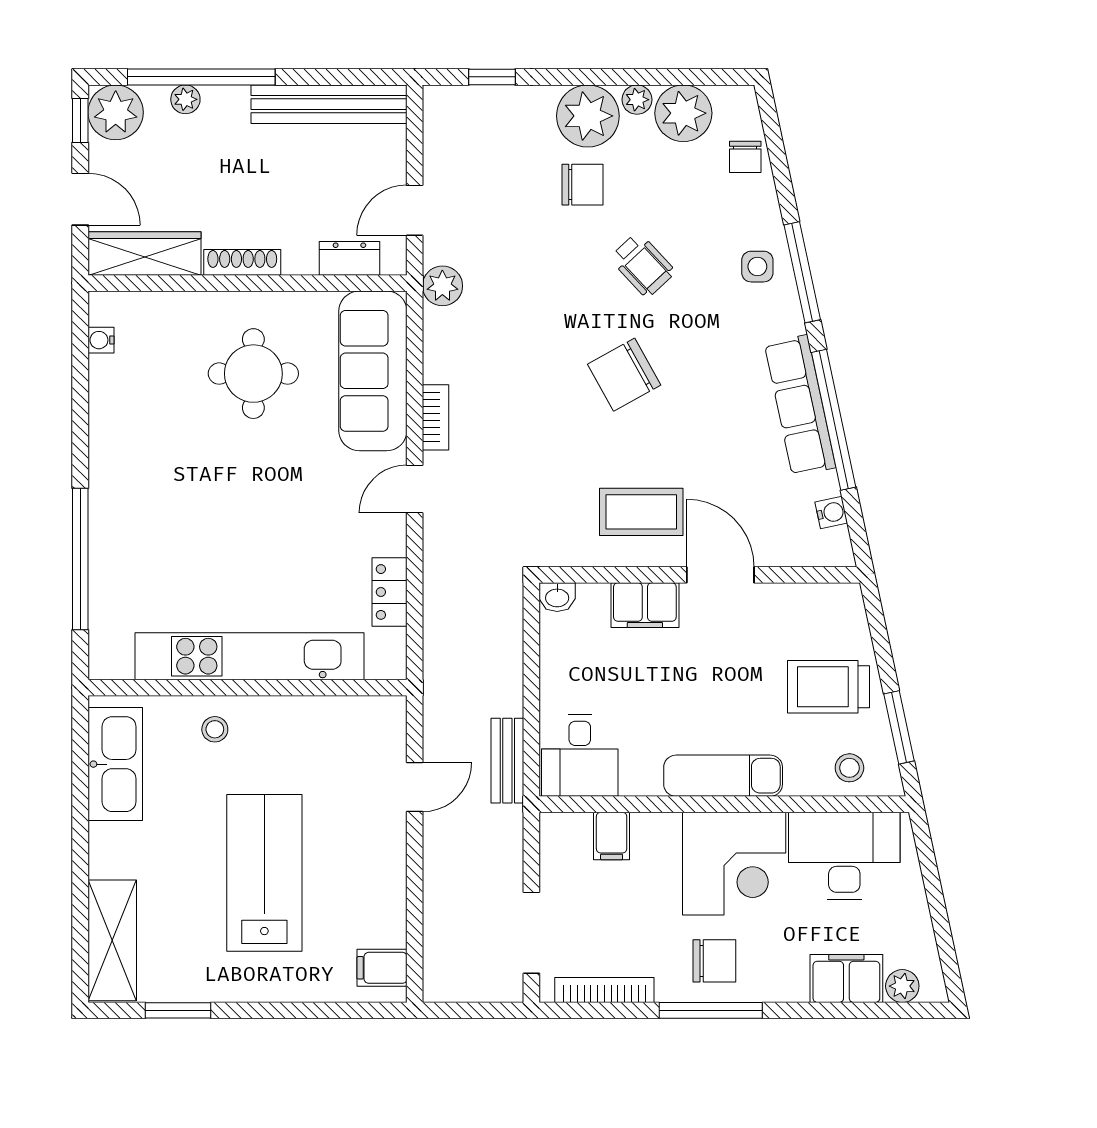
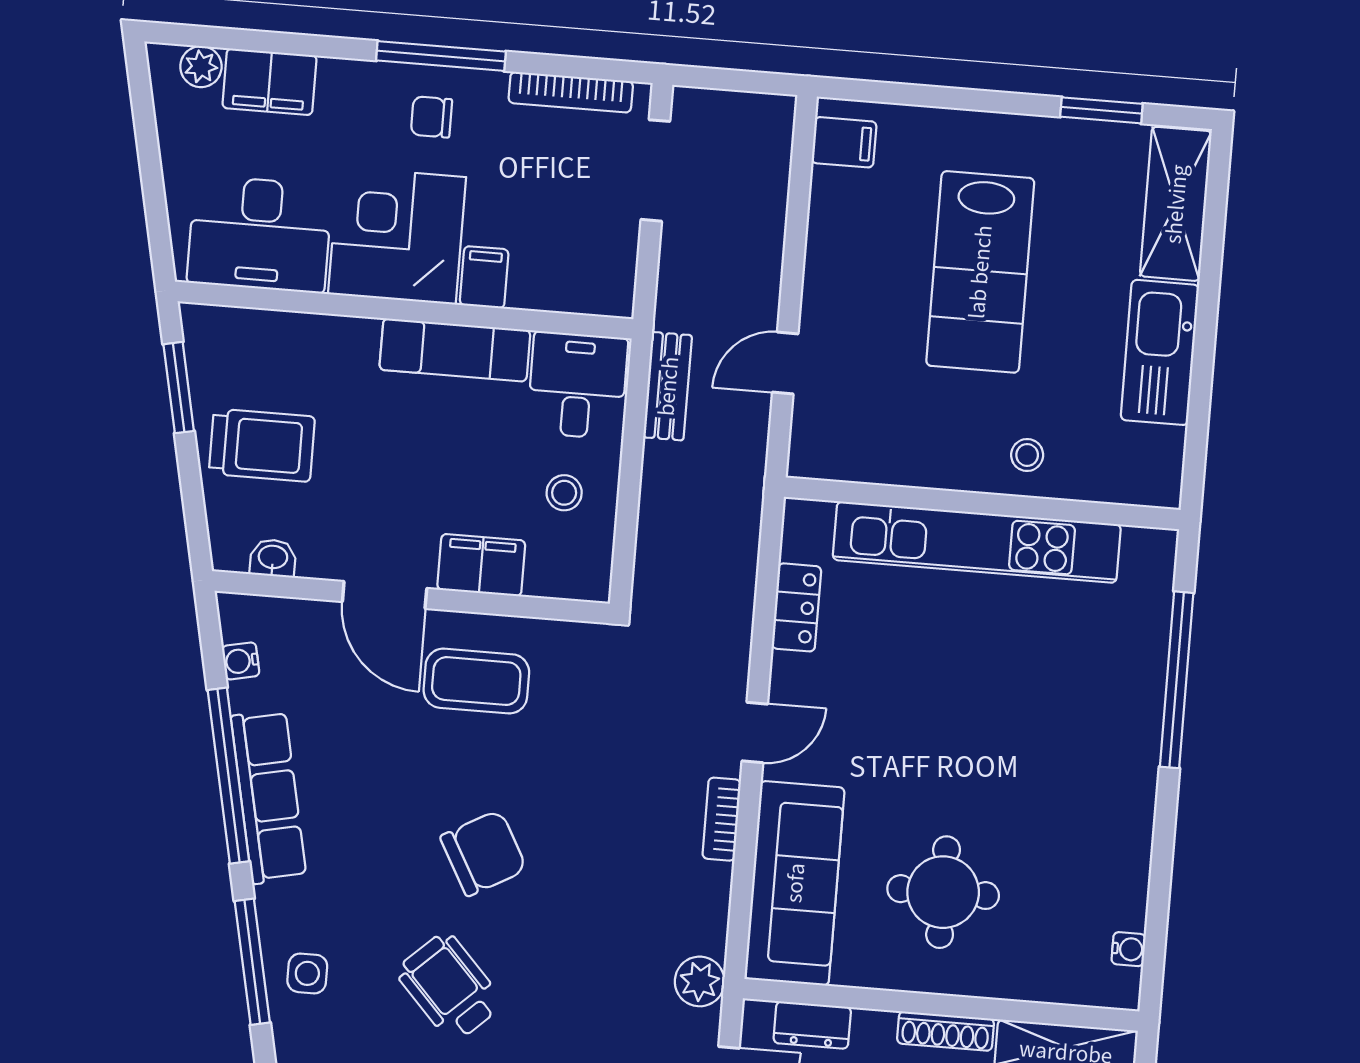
wheelchair: (643, 265) -> (450, 987), width x1.36, depth x1.37
washbasin: (557, 597) -> (273, 558), moved
kitchen sink: (115, 764) -> (1160, 352), moved
stool: (849, 768) -> (564, 493), moved
exam couch: (723, 776) -> (455, 350), moved
filing cabinet: (612, 836) -> (484, 277), moved
chair: (714, 961) -> (431, 117), width x0.73, depth x0.73

